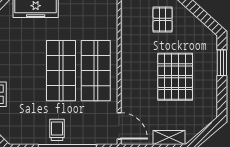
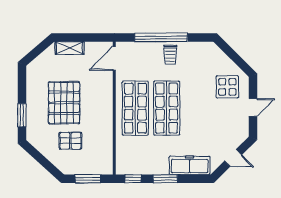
pallet: (163, 19) -> (70, 141), moved, turned 90
door: (119, 126) -> (114, 58), hinge flipped

